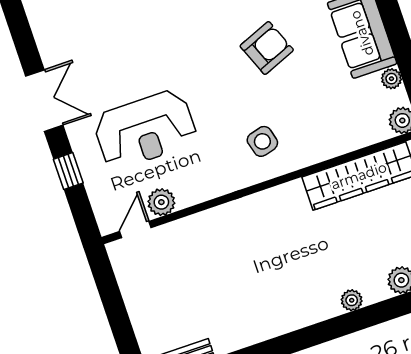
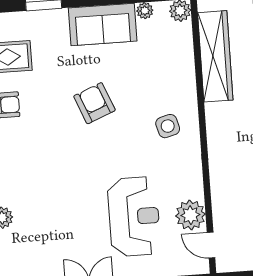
plant: (161, 202) -> (190, 215), width x1.36, depth x1.36

